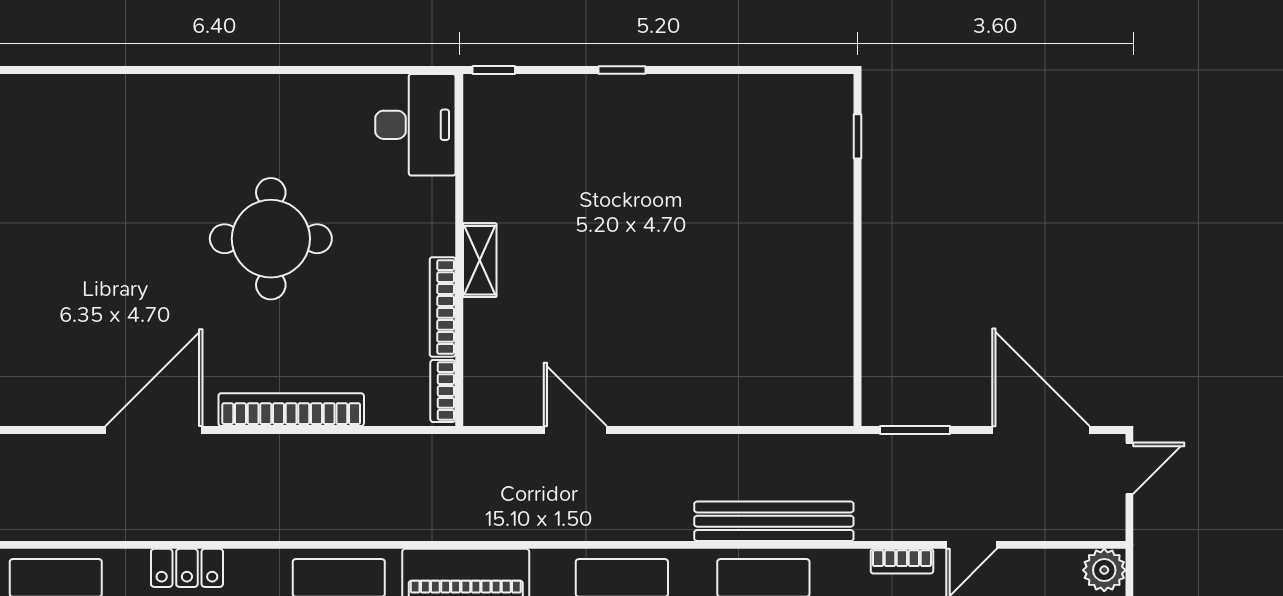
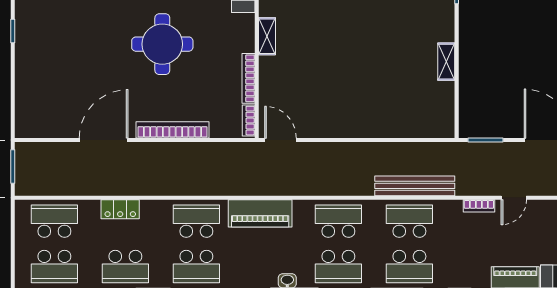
shelving: (480, 260) -> (267, 36), moved
shelving: (837, 274) -> (446, 62), added
door: (575, 430) -> (281, 140), moved

